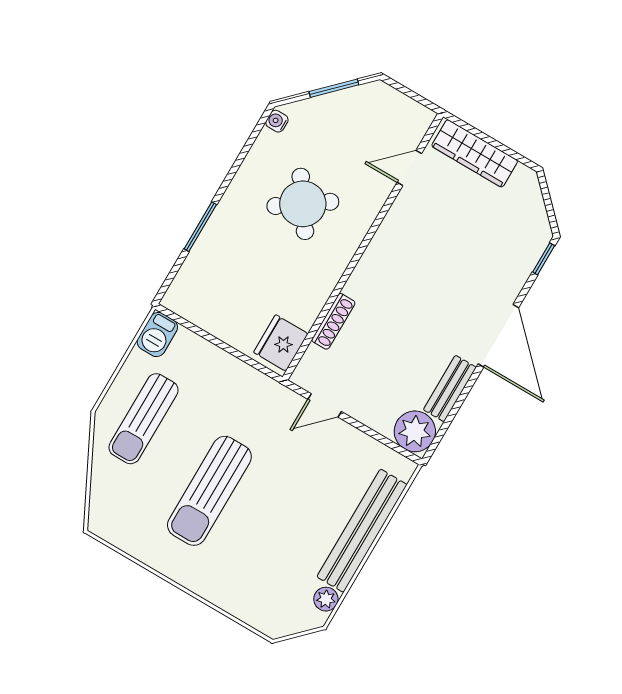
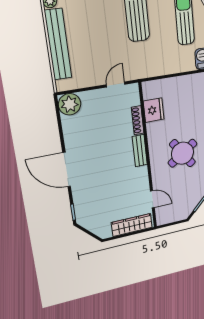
door: (409, 168) -> (152, 199), hinge flipped
fridge: (281, 343) -> (154, 110), moved
bench: (450, 389) -> (140, 151), moved

